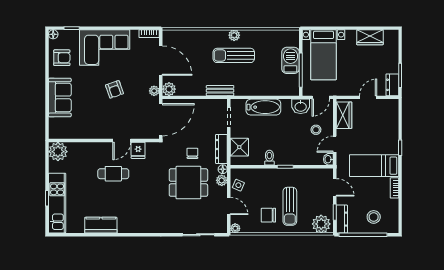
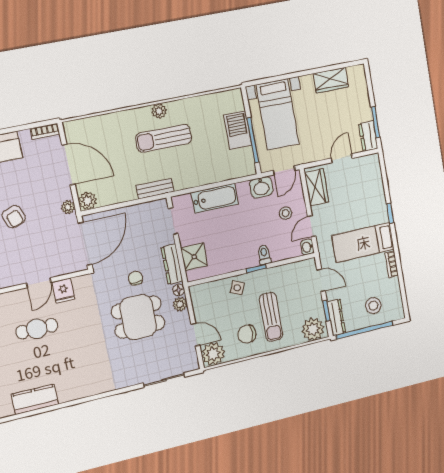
toilet: (269, 158) -> (264, 255), moved
side table: (238, 185) -> (237, 288), moved
plant: (235, 228) -> (213, 354), width x1.87, depth x1.87

